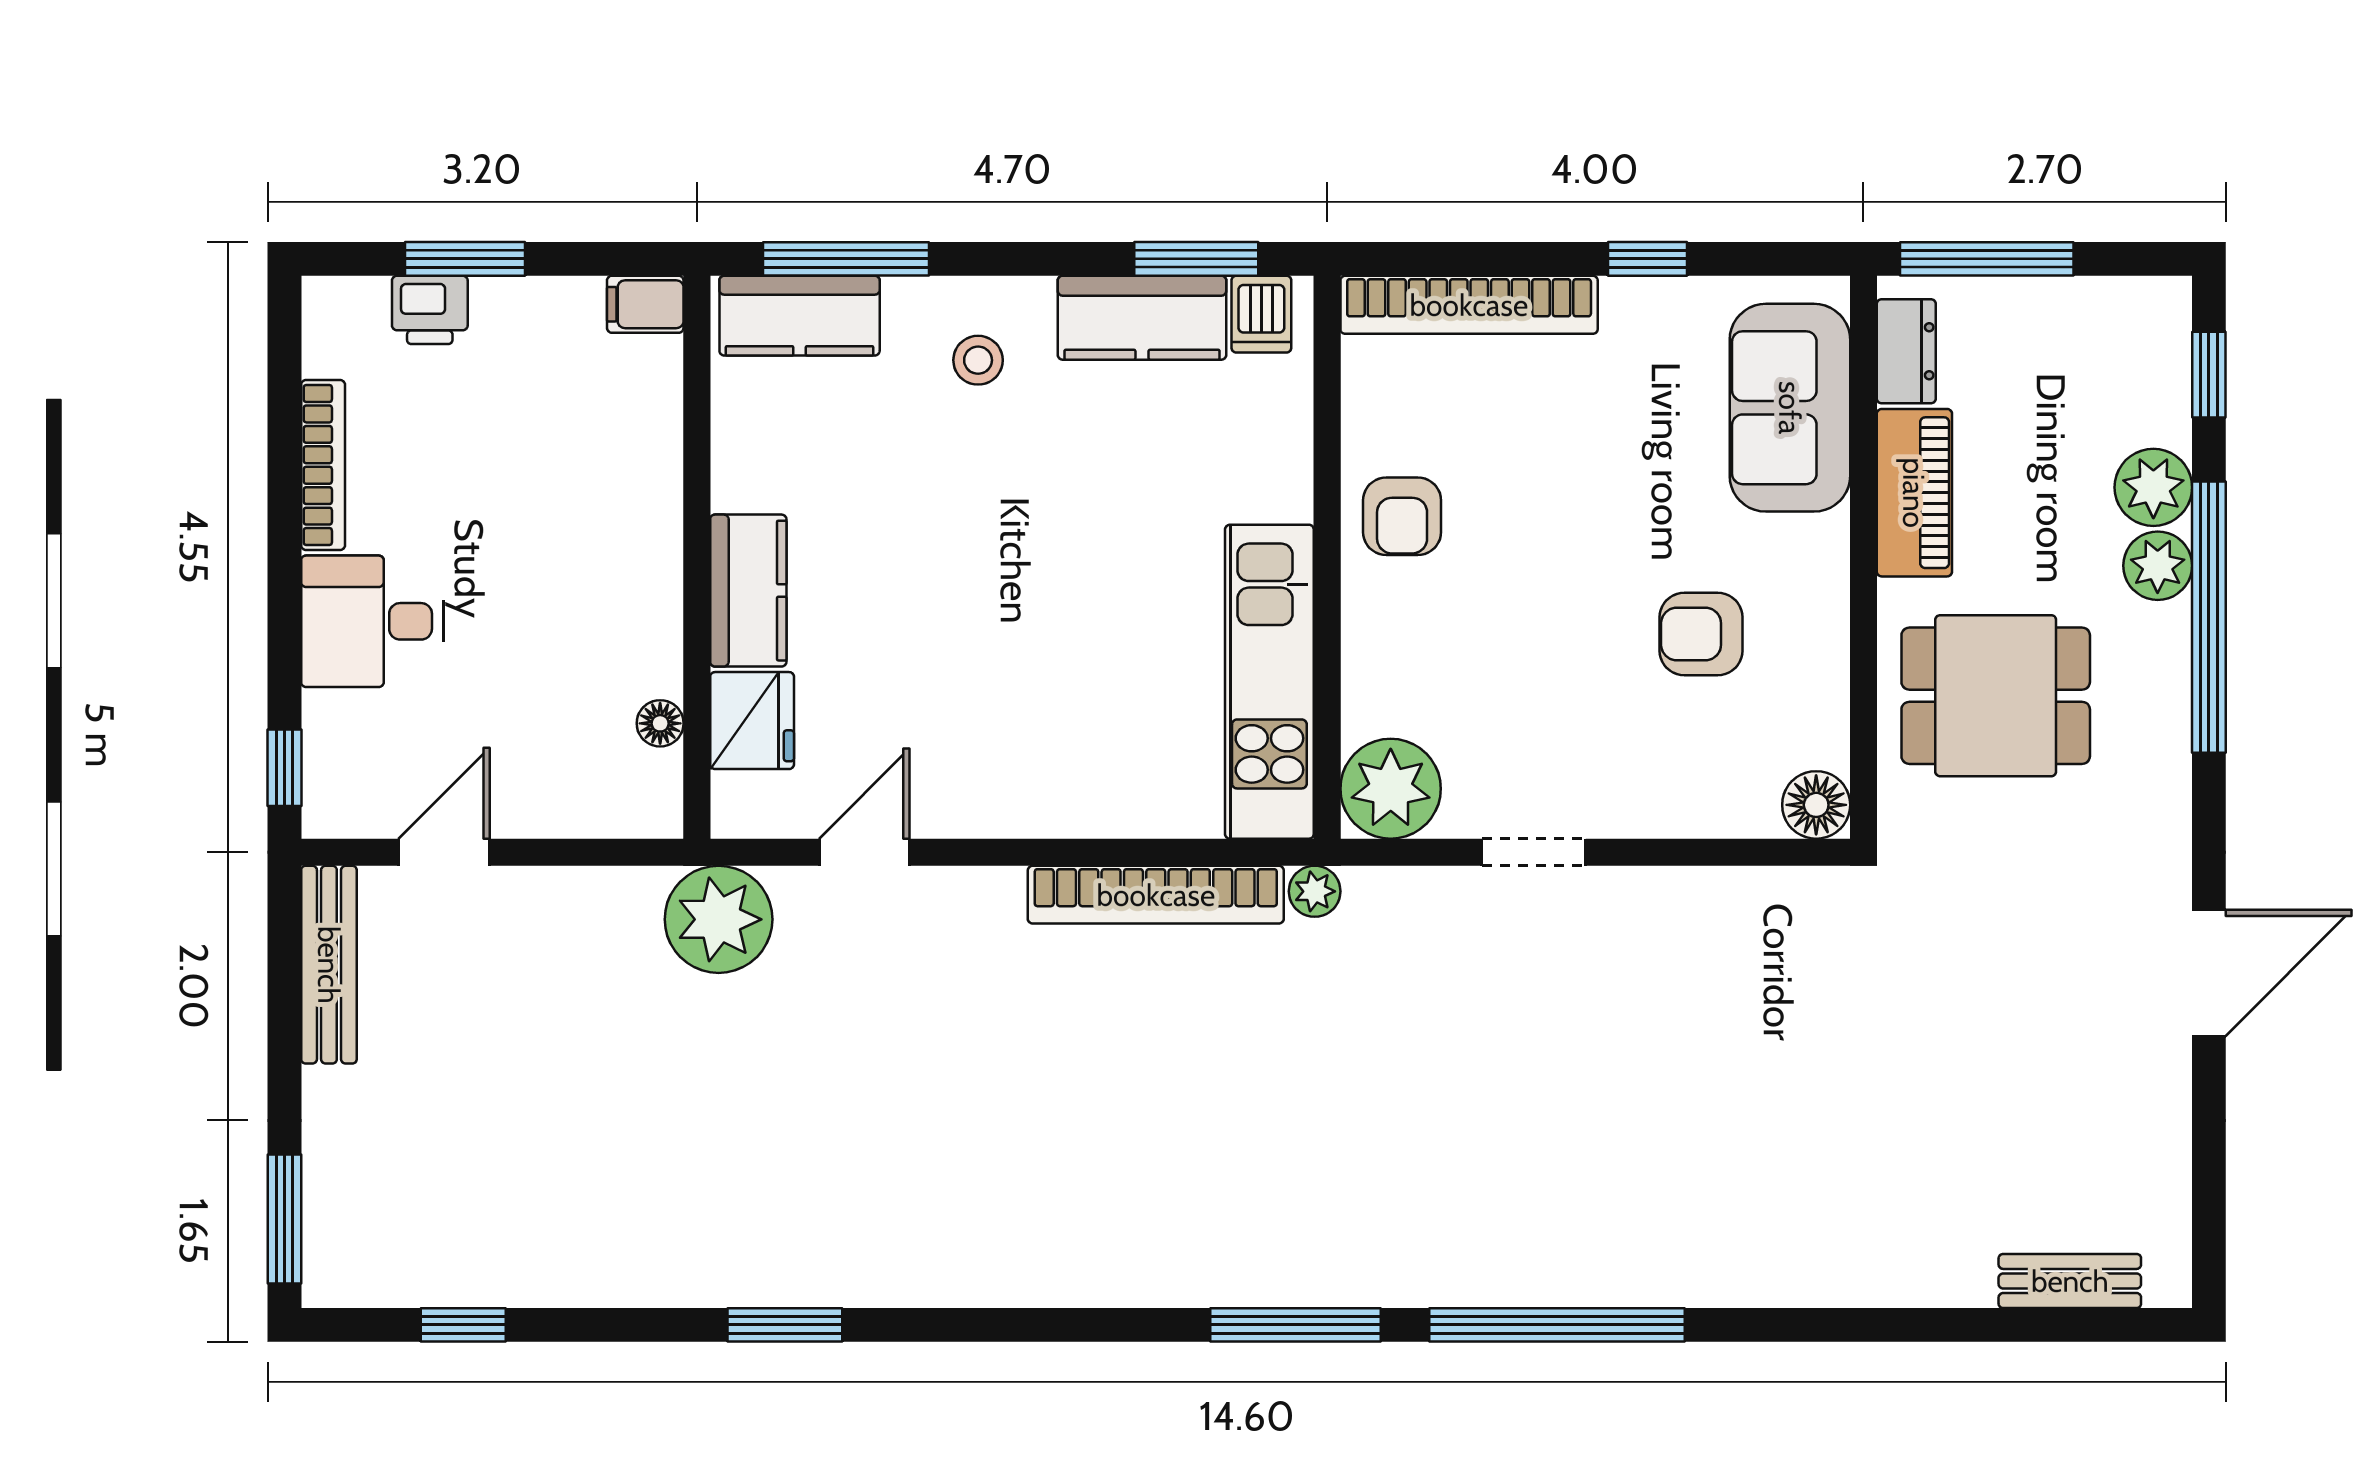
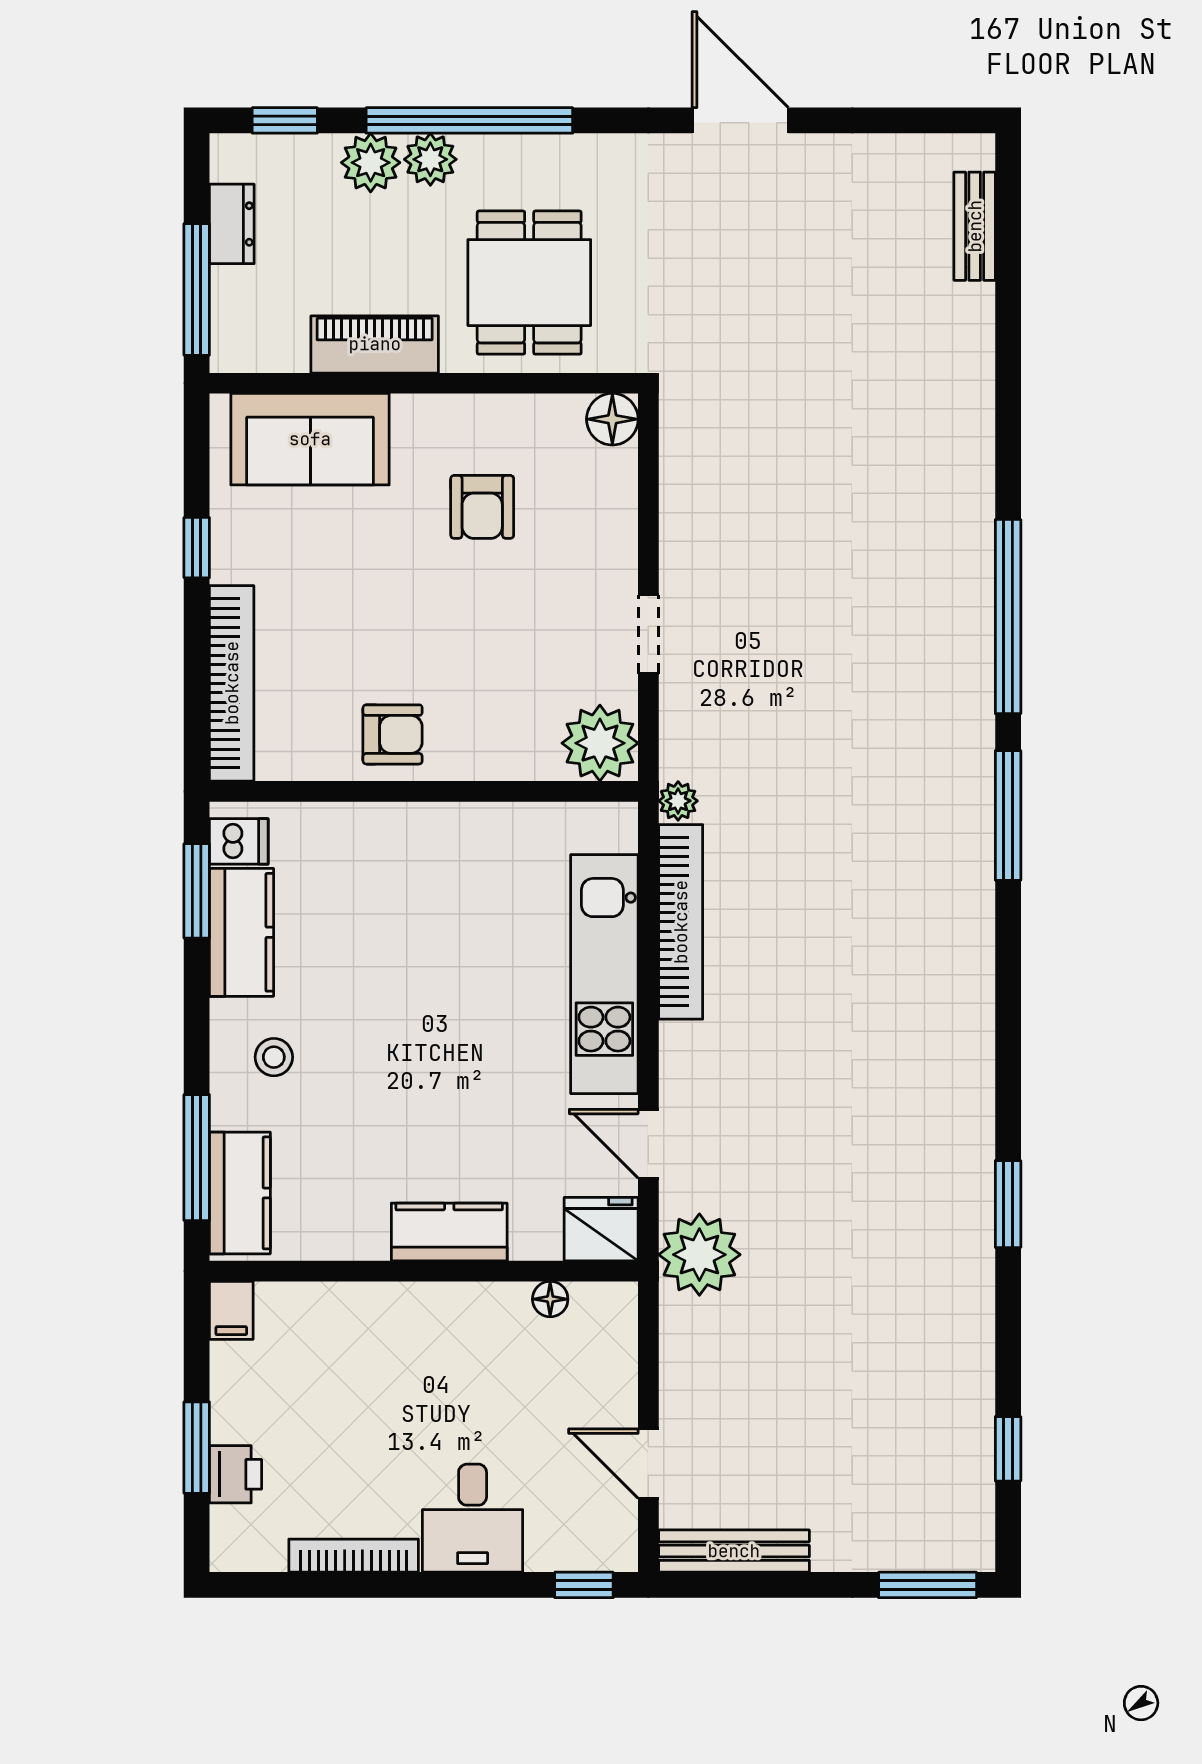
dresser: (1906, 351) -> (232, 224), moved, turned 90
kitchen unit: (1269, 682) -> (604, 974), moved, turned 90
fridge: (752, 721) -> (601, 1229), moved

